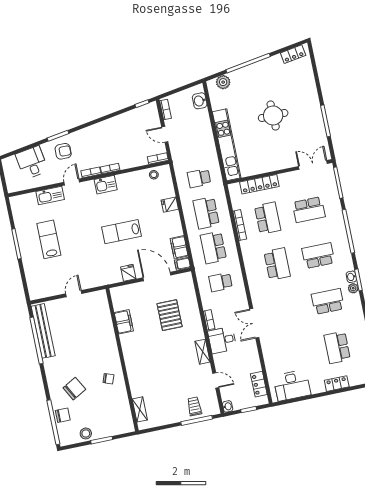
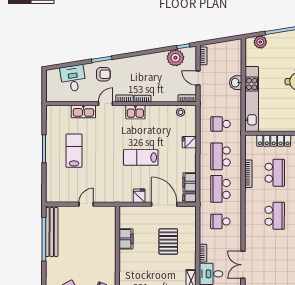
washbasin: (200, 101) -> (236, 83), moved
plant: (136, 118) -> (175, 58), added

